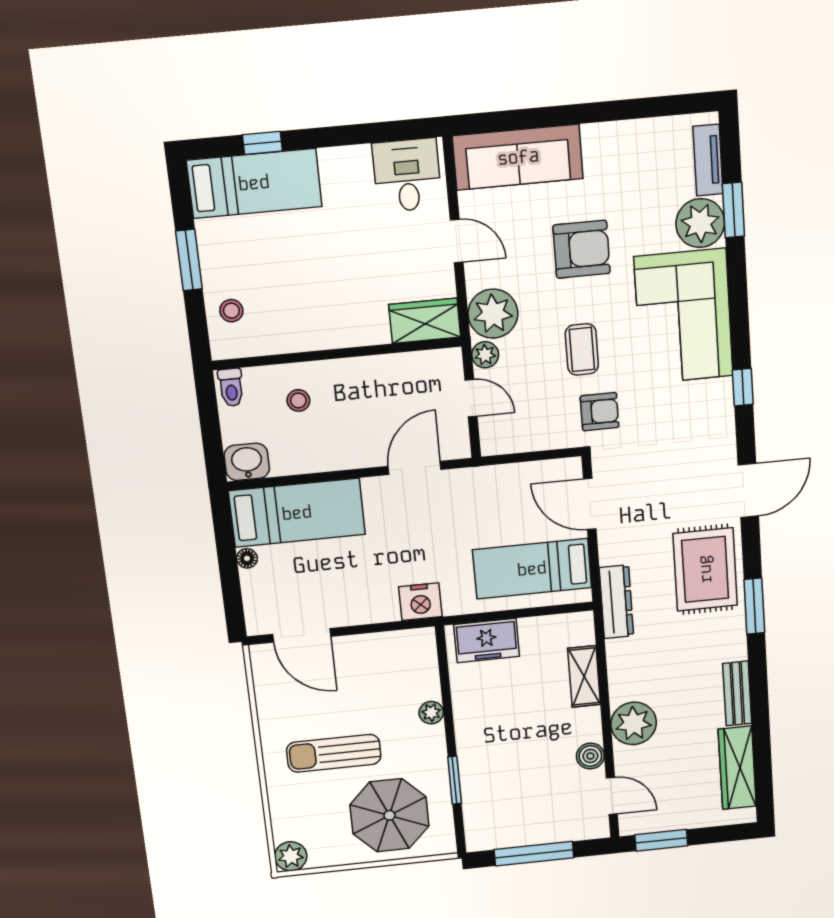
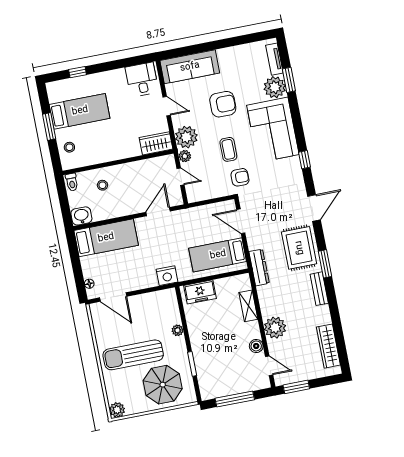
bed: (254, 183) -> (80, 111), moved
floor lamp: (247, 558) -> (89, 284), moved
bench: (737, 693) -> (319, 289), moved
sun lounger: (334, 753) -> (133, 355), width x1.36, depth x1.34

